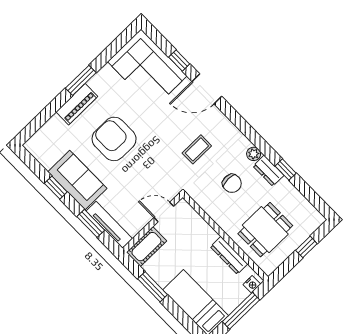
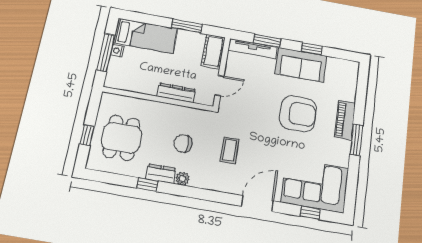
window: (179, 61) -> (310, 213), moved
dining table: (265, 230) -> (122, 138), moved
dresser: (229, 255) -> (176, 93), moved
nightstand: (252, 284) -> (117, 51), moved

